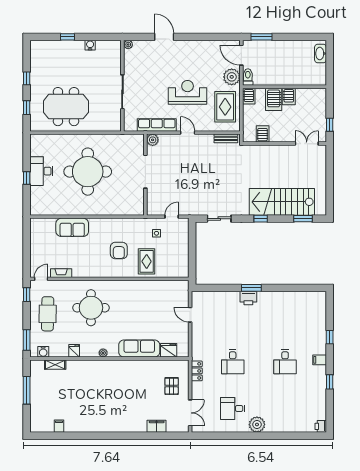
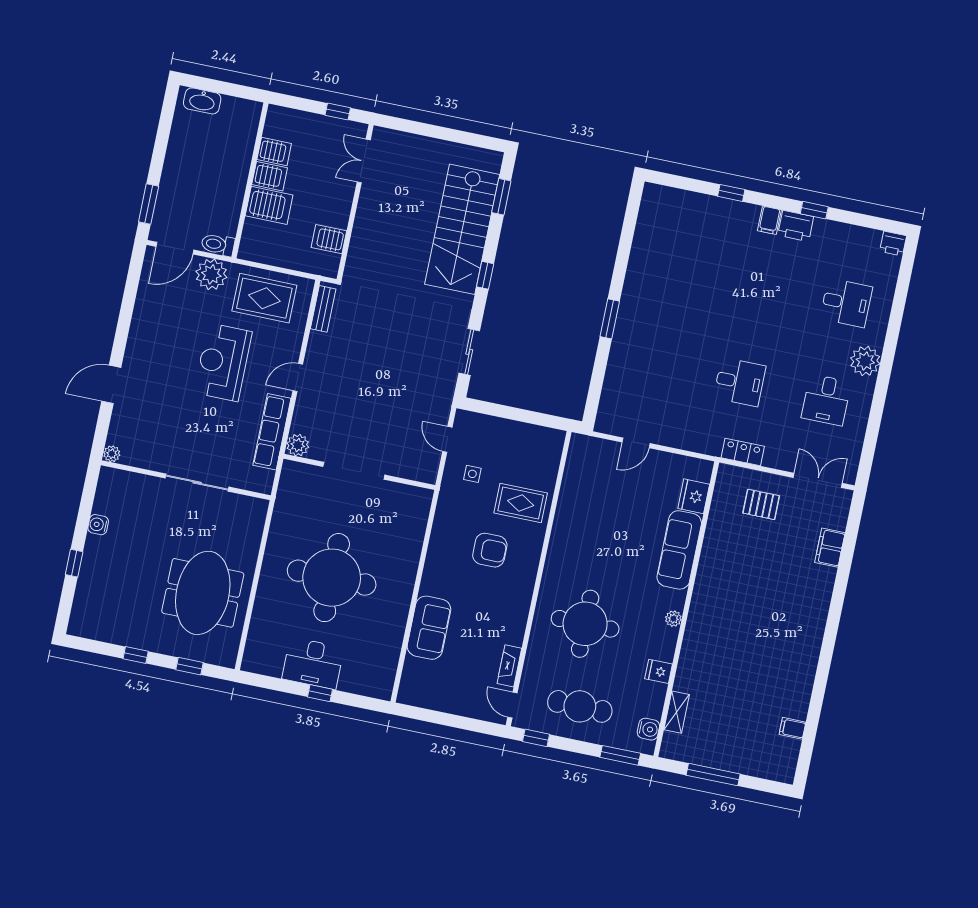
server rack: (249, 96) -> (274, 151), moved
printer: (248, 298) -> (796, 226), moved, turned 90
desk: (285, 362) -> (846, 303), moved

